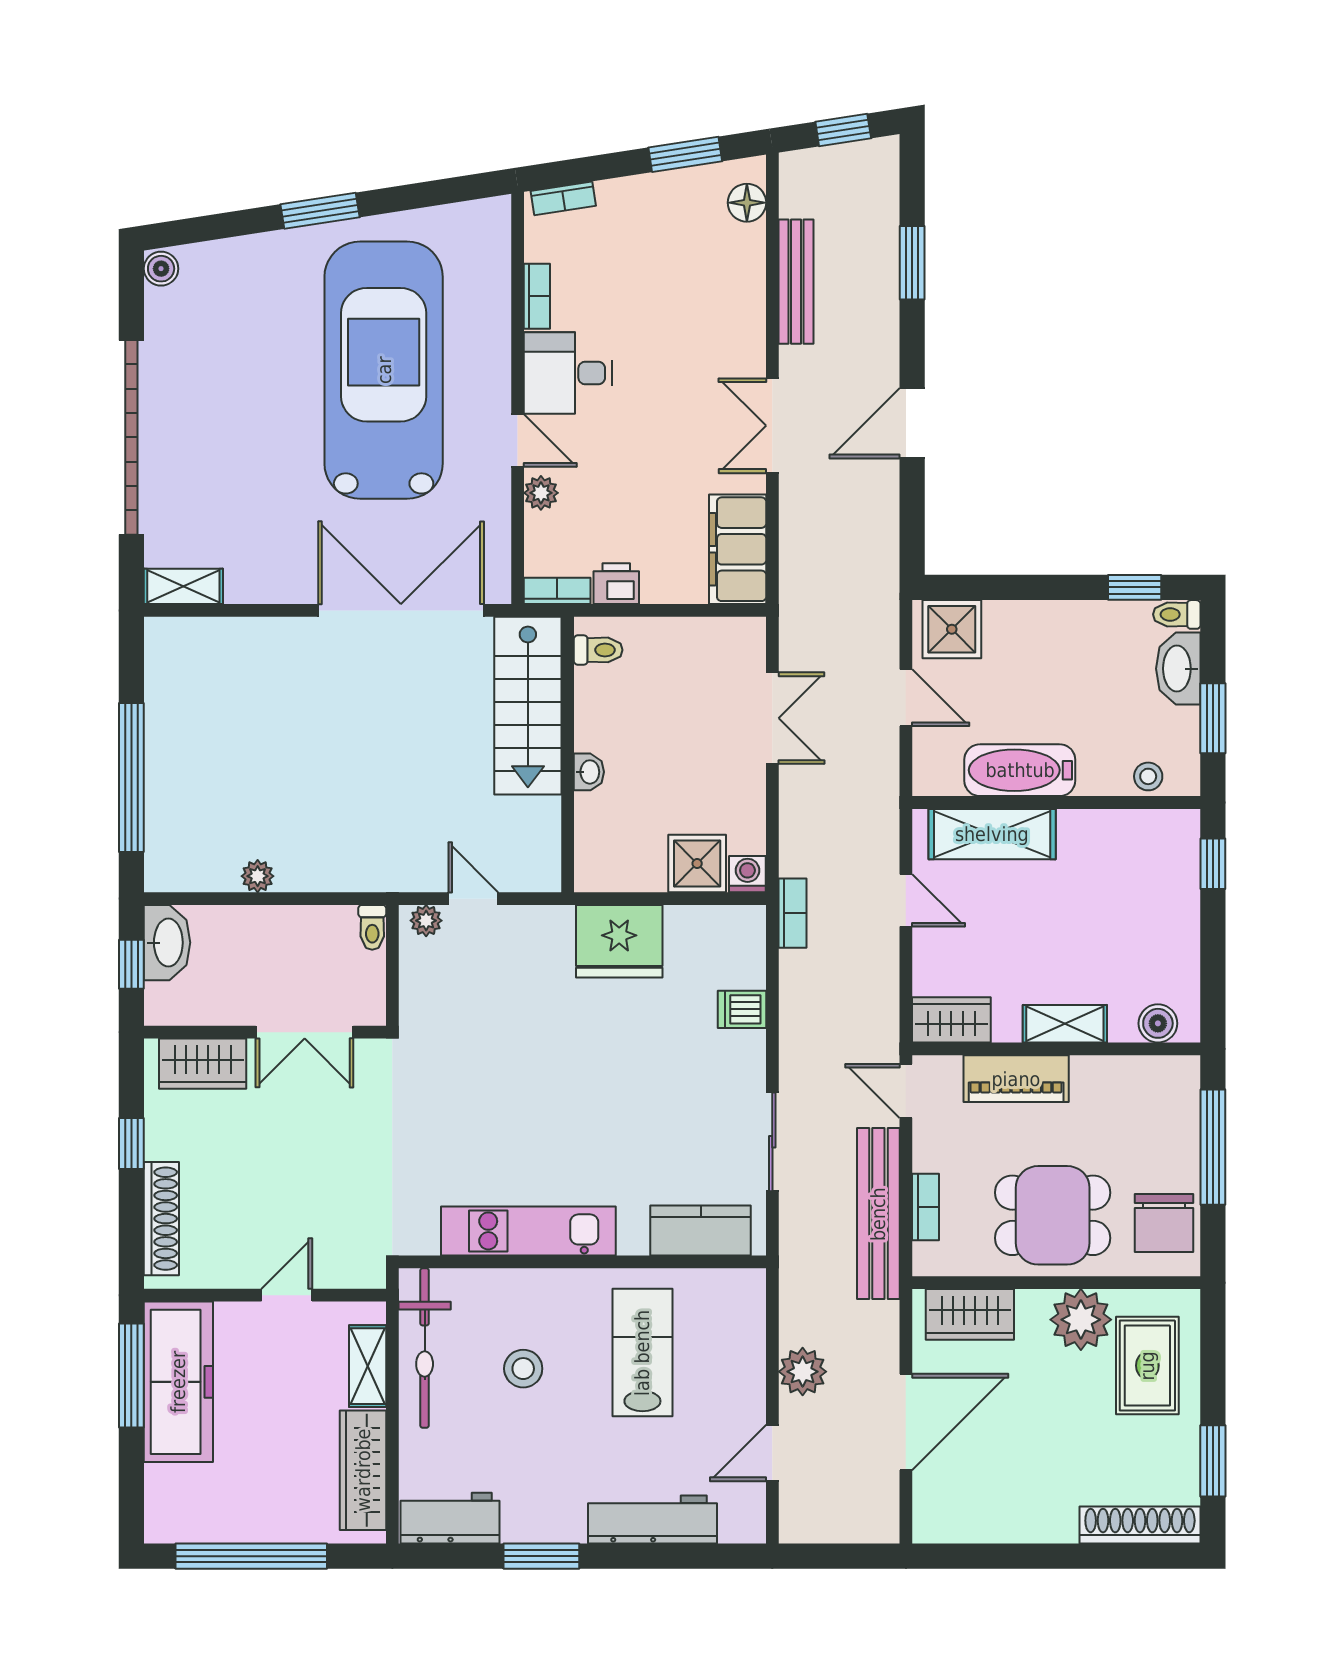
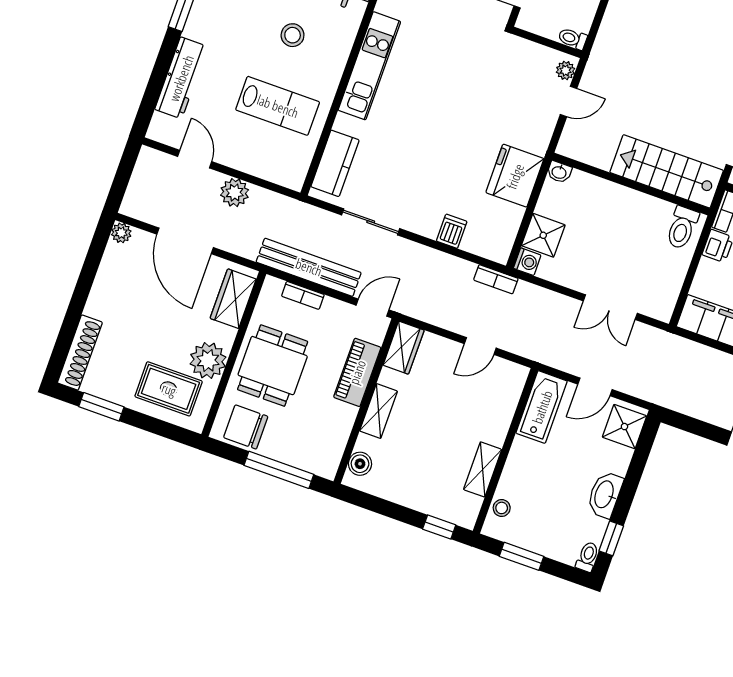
toilet: (598, 650) -> (682, 228), width x1.37, depth x1.39
washbasin: (1178, 669) -> (605, 495), moved, turned -90
bathtub: (1020, 770) -> (542, 407), moved
washbasin: (589, 772) -> (559, 172), moved
shelving: (992, 834) -> (483, 469), moved, width x0.67, depth x0.75
plant: (929, 1527) -> (121, 233), added

